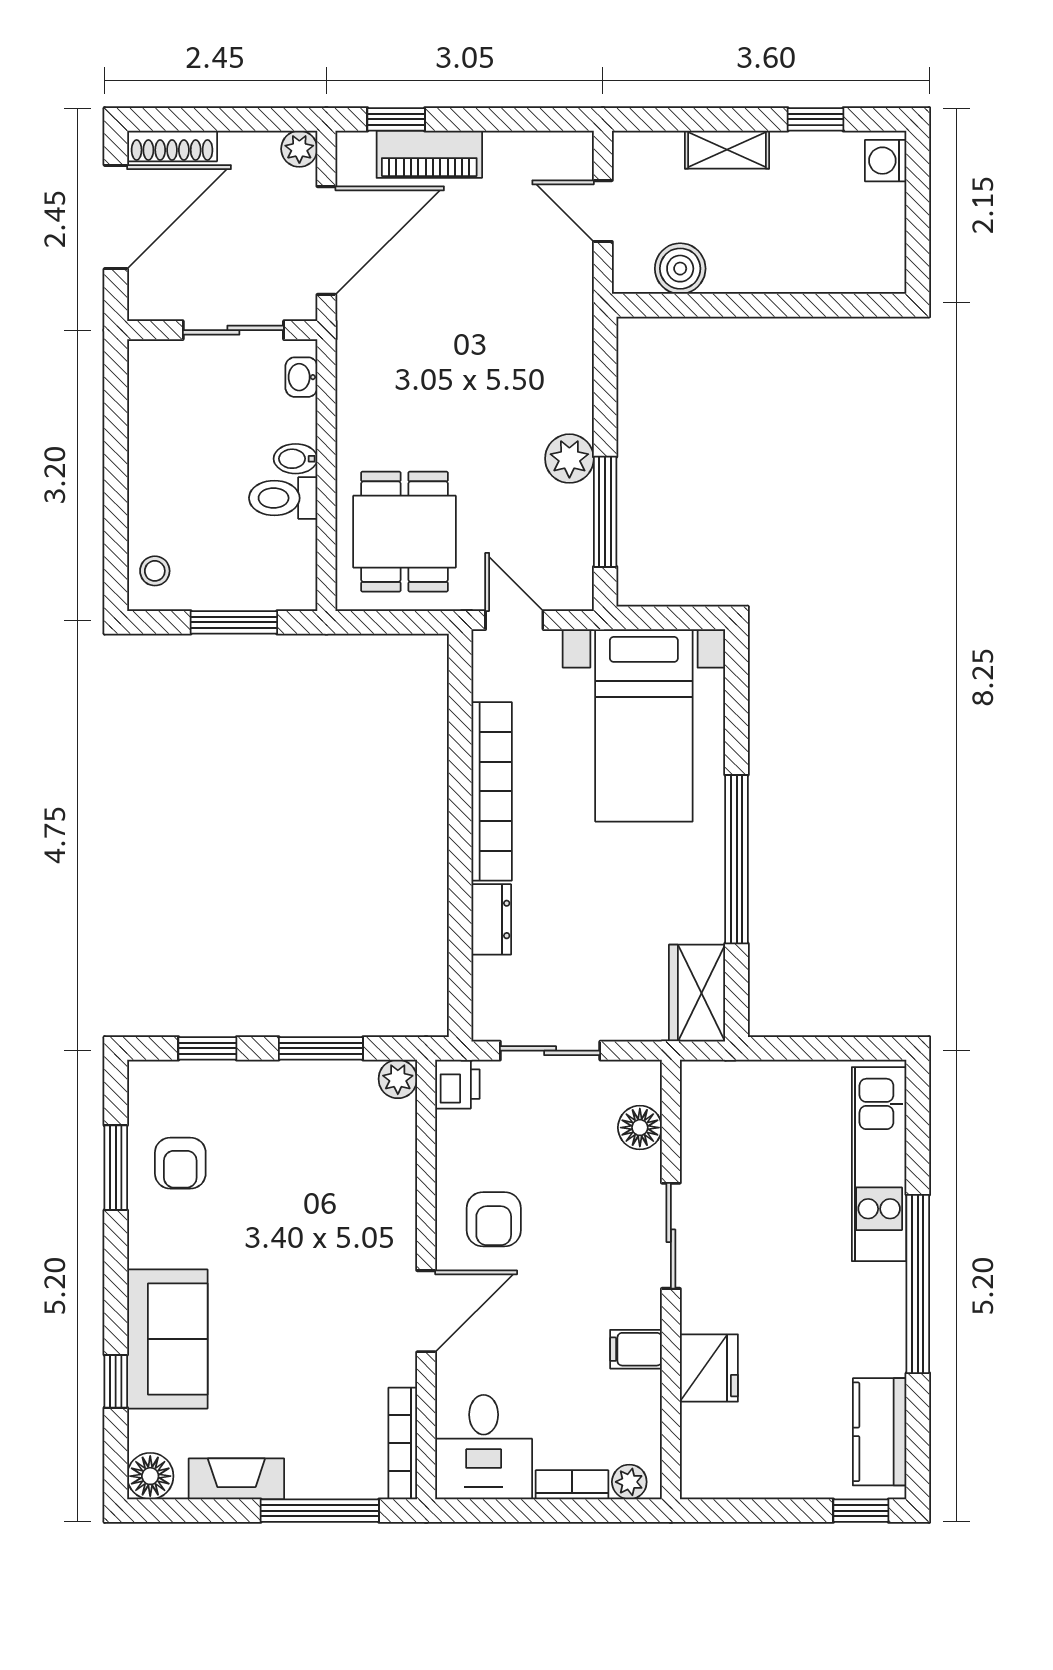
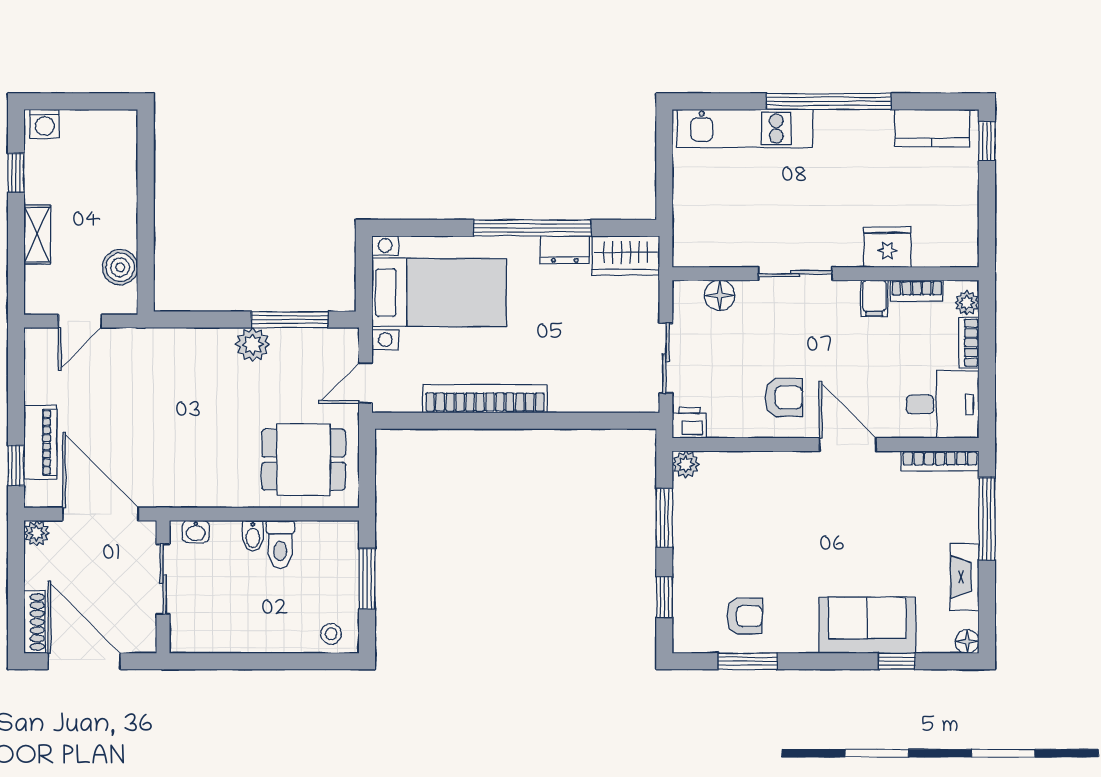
dresser: (491, 919) -> (565, 250), moved, turned 180
bookcase: (647, 1410) -> (917, 291), added
floor lamp: (150, 1476) -> (967, 641), width x0.73, depth x0.73

